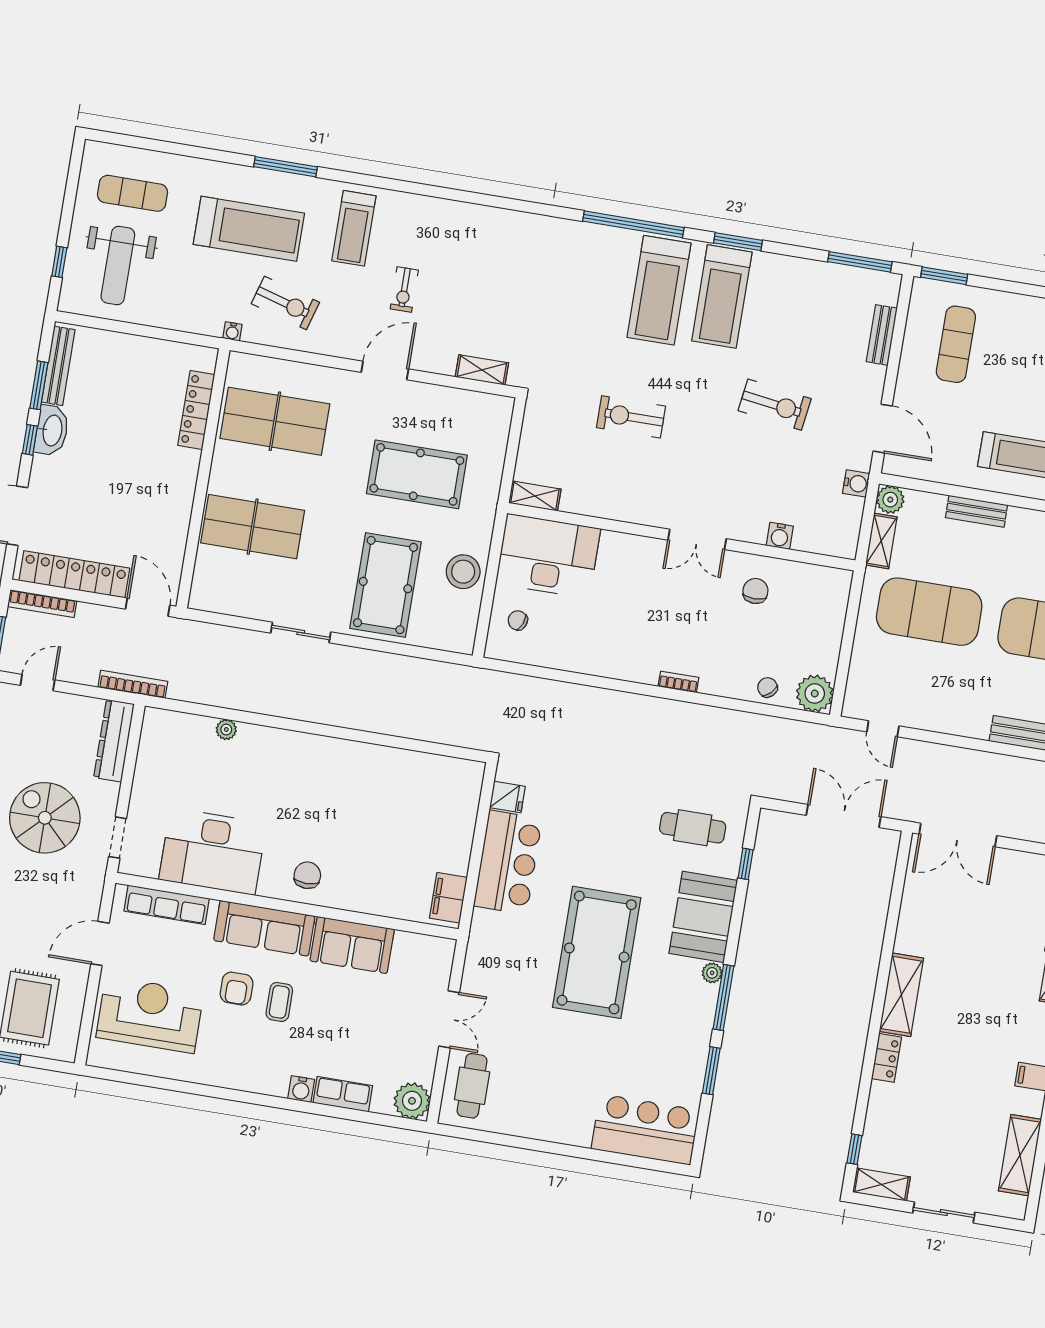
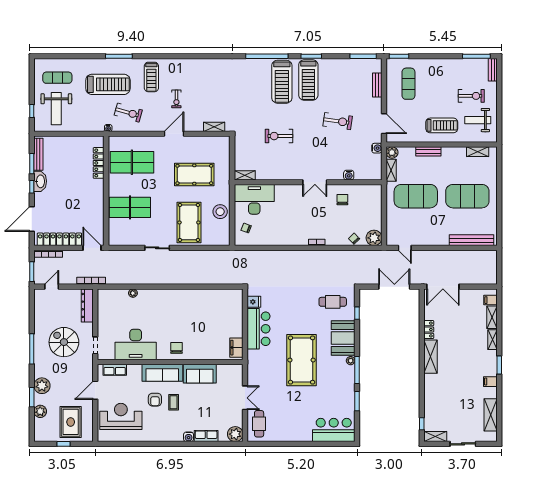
row of seats: (167, 905) -> (115, 370), width x0.68
locker: (886, 1058) -> (429, 330), moved

